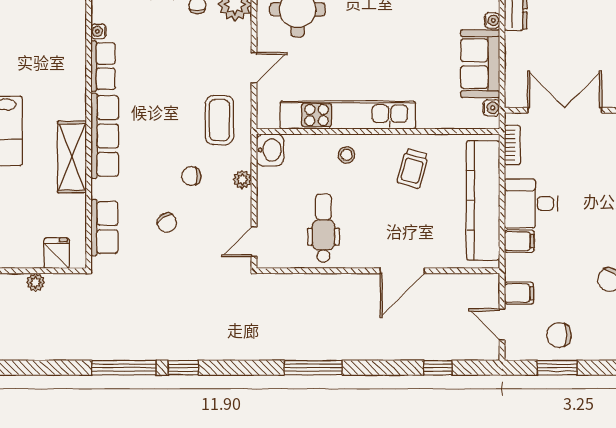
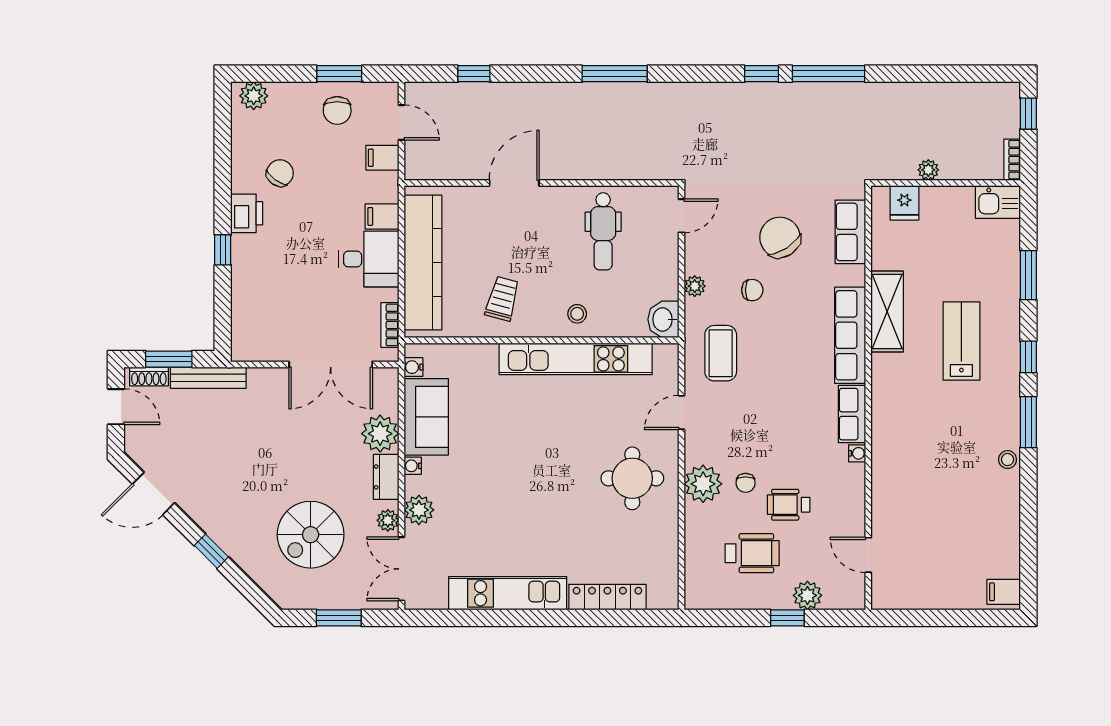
plant: (521, 49) -> (380, 434), added
chair: (167, 223) -> (780, 237), width x1.87, depth x1.87
chair: (559, 335) -> (337, 110), turned 90

